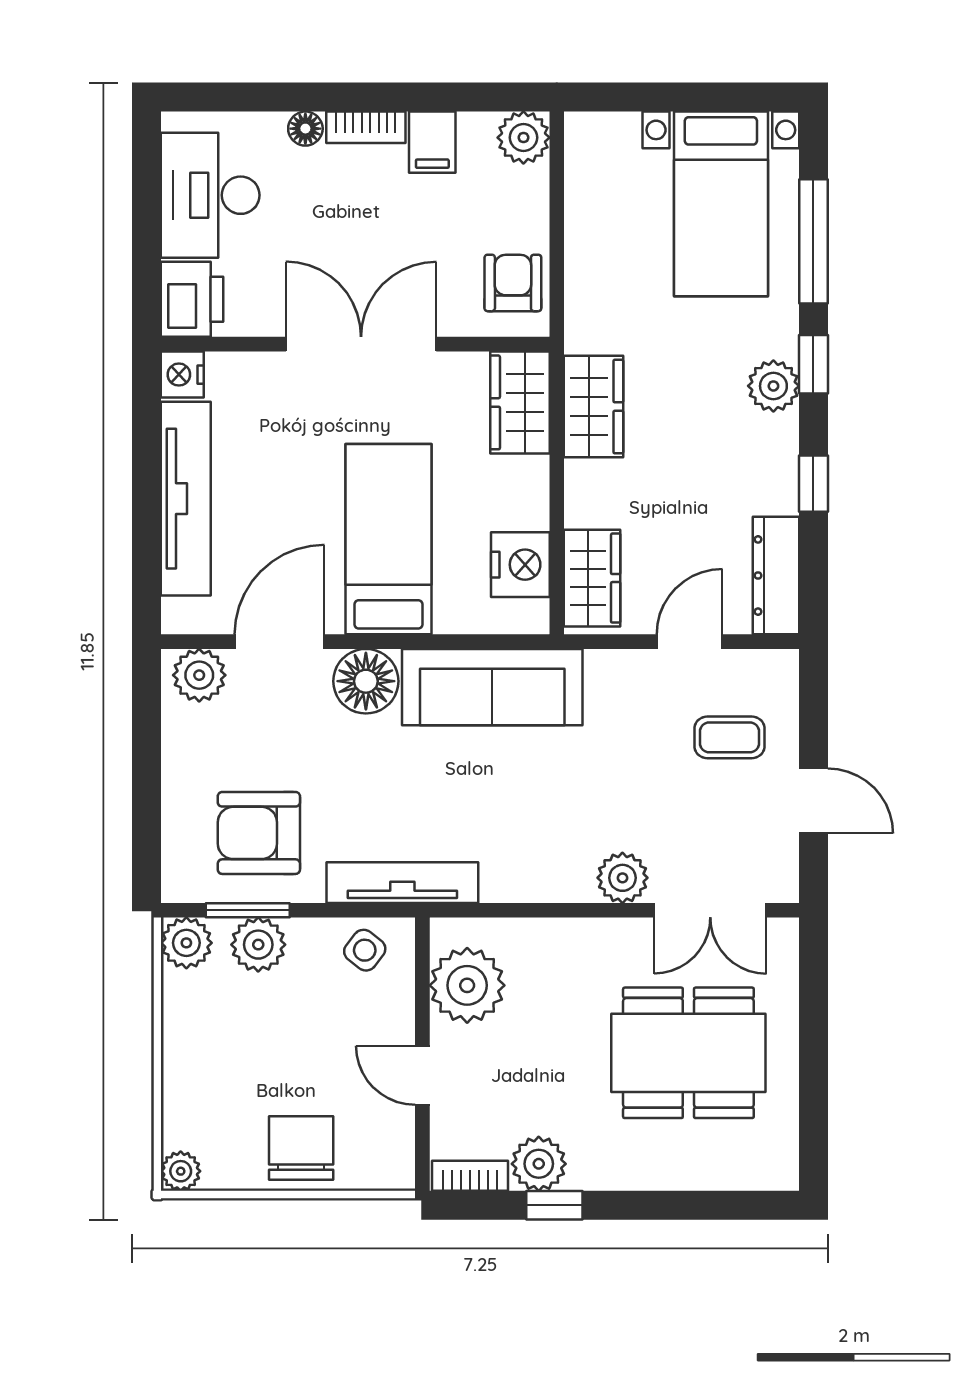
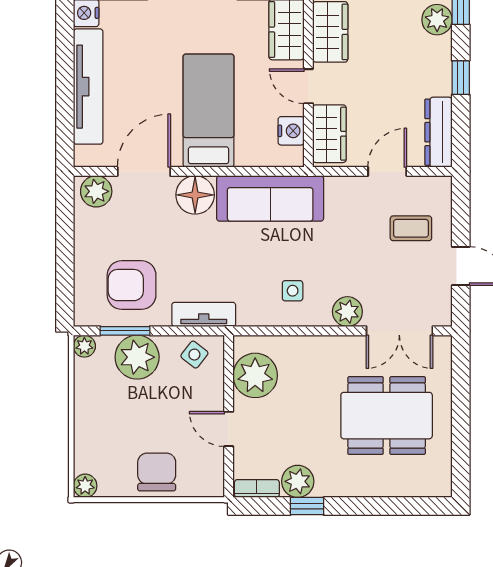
door: (557, 498) -> (308, 86), added
nightstand: (520, 565) -> (291, 131), width x0.74, depth x0.75
side table: (530, 843) -> (293, 291), added
tv unit: (402, 883) -> (204, 314), width x0.71
plant: (186, 943) -> (84, 346), width x0.73, depth x0.73
plant: (258, 945) -> (137, 357), width x1.36, depth x1.36

